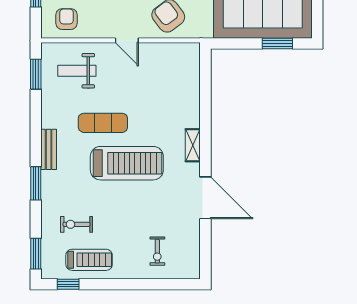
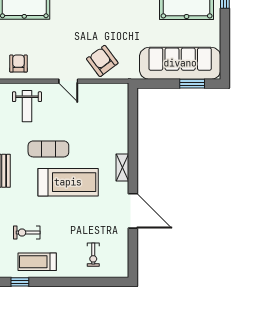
weight bench: (77, 71) -> (27, 106), turned -90
treadmill: (89, 260) -> (37, 262), turned 180

